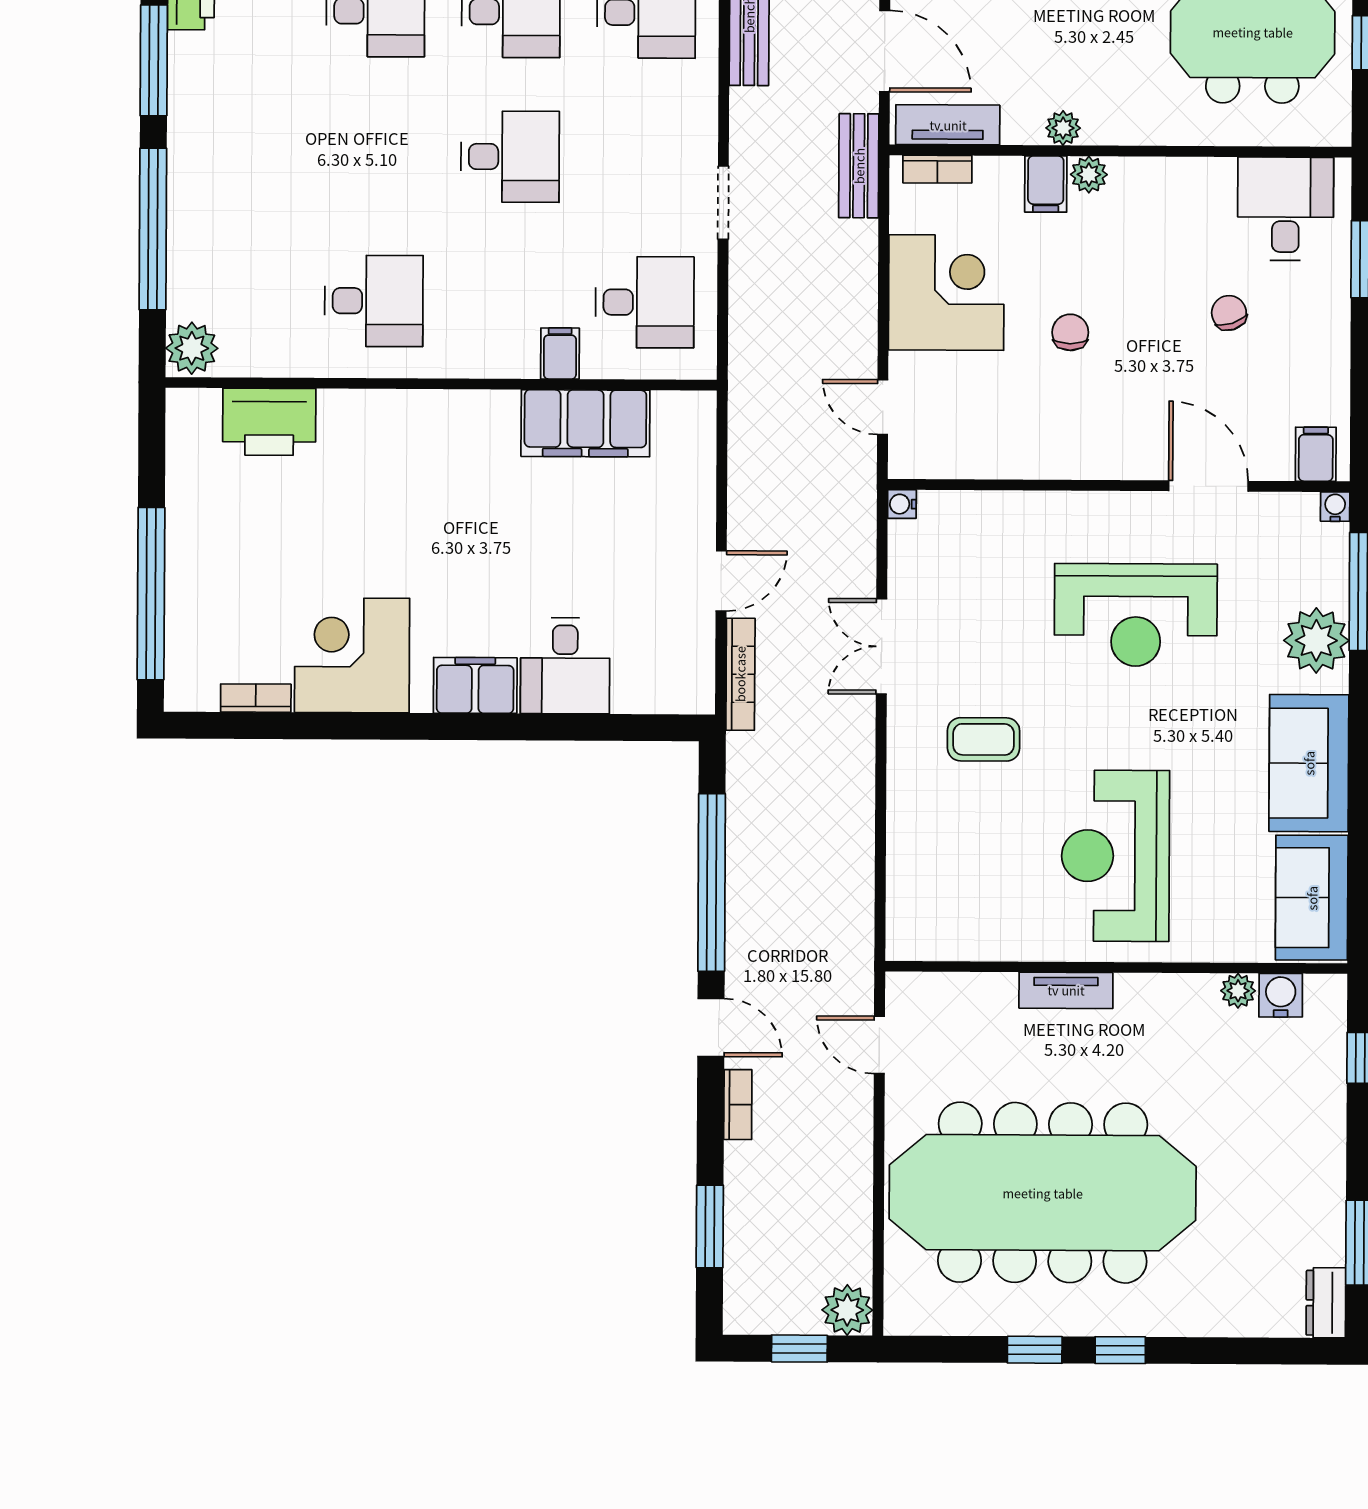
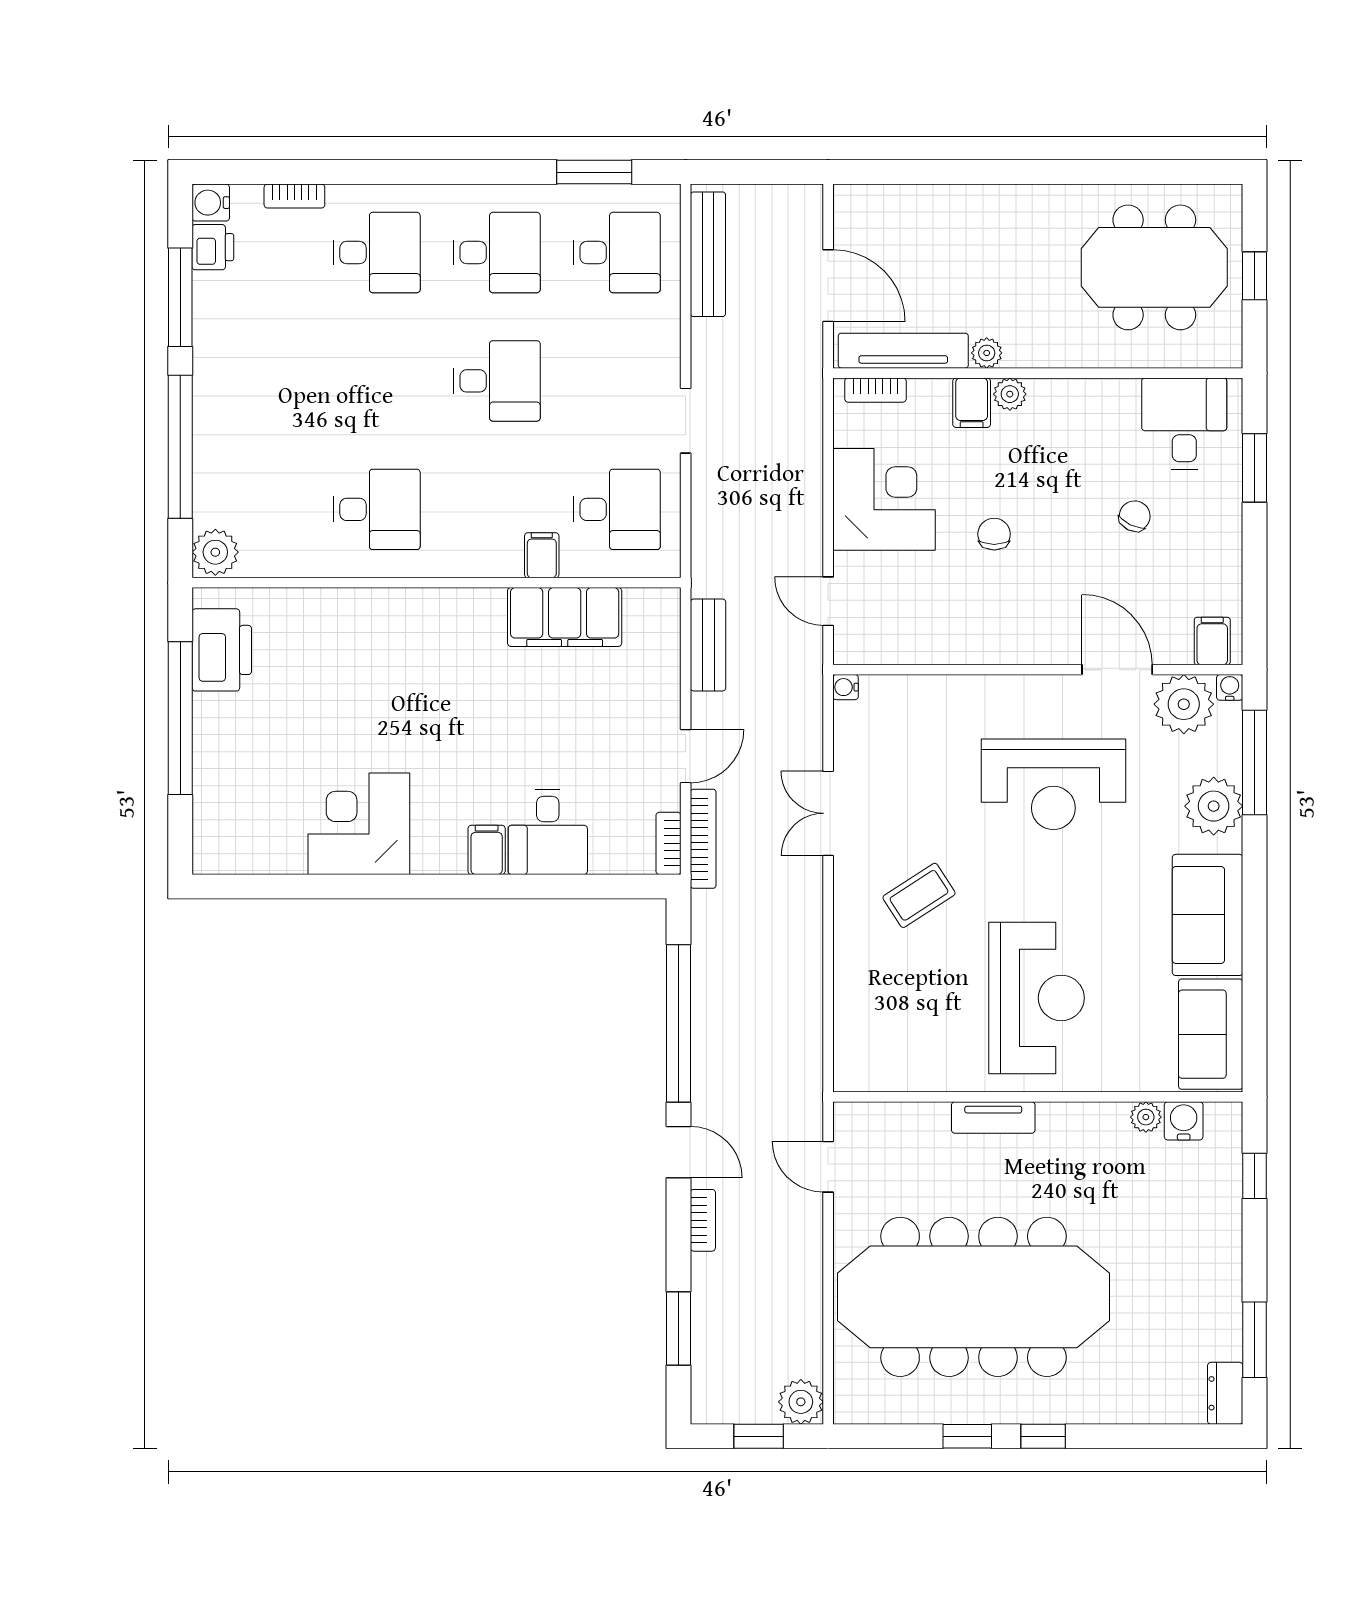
tv unit: (948, 125) -> (903, 351), width x1.41
bench: (859, 166) -> (708, 645), moved
chair: (1229, 313) -> (1135, 516), turned 44
printer: (269, 422) -> (222, 650), moved, turned -90
plant: (1283, 525) -> (1184, 704), added
window: (151, 594) -> (180, 718), moved
filing cabinet: (475, 685) -> (487, 850), width x0.50
bookcase: (256, 698) -> (669, 843), moved, turned -90
coffee table: (984, 739) -> (919, 895), turned -33
reception desk: (1115, 856) -> (1037, 998), turned 180

